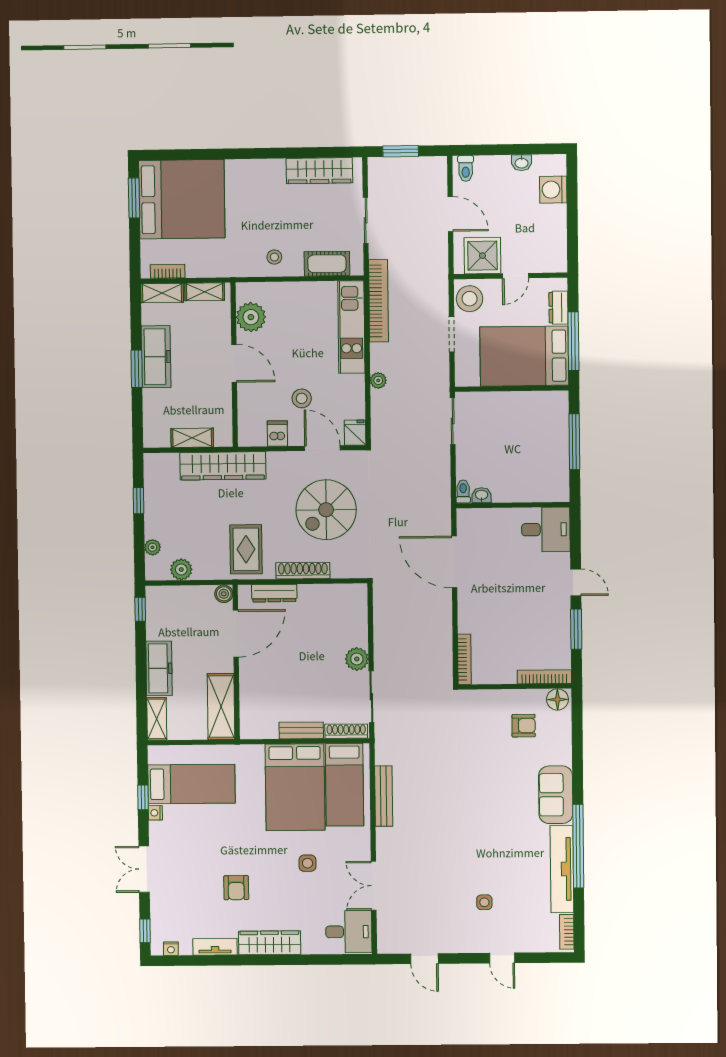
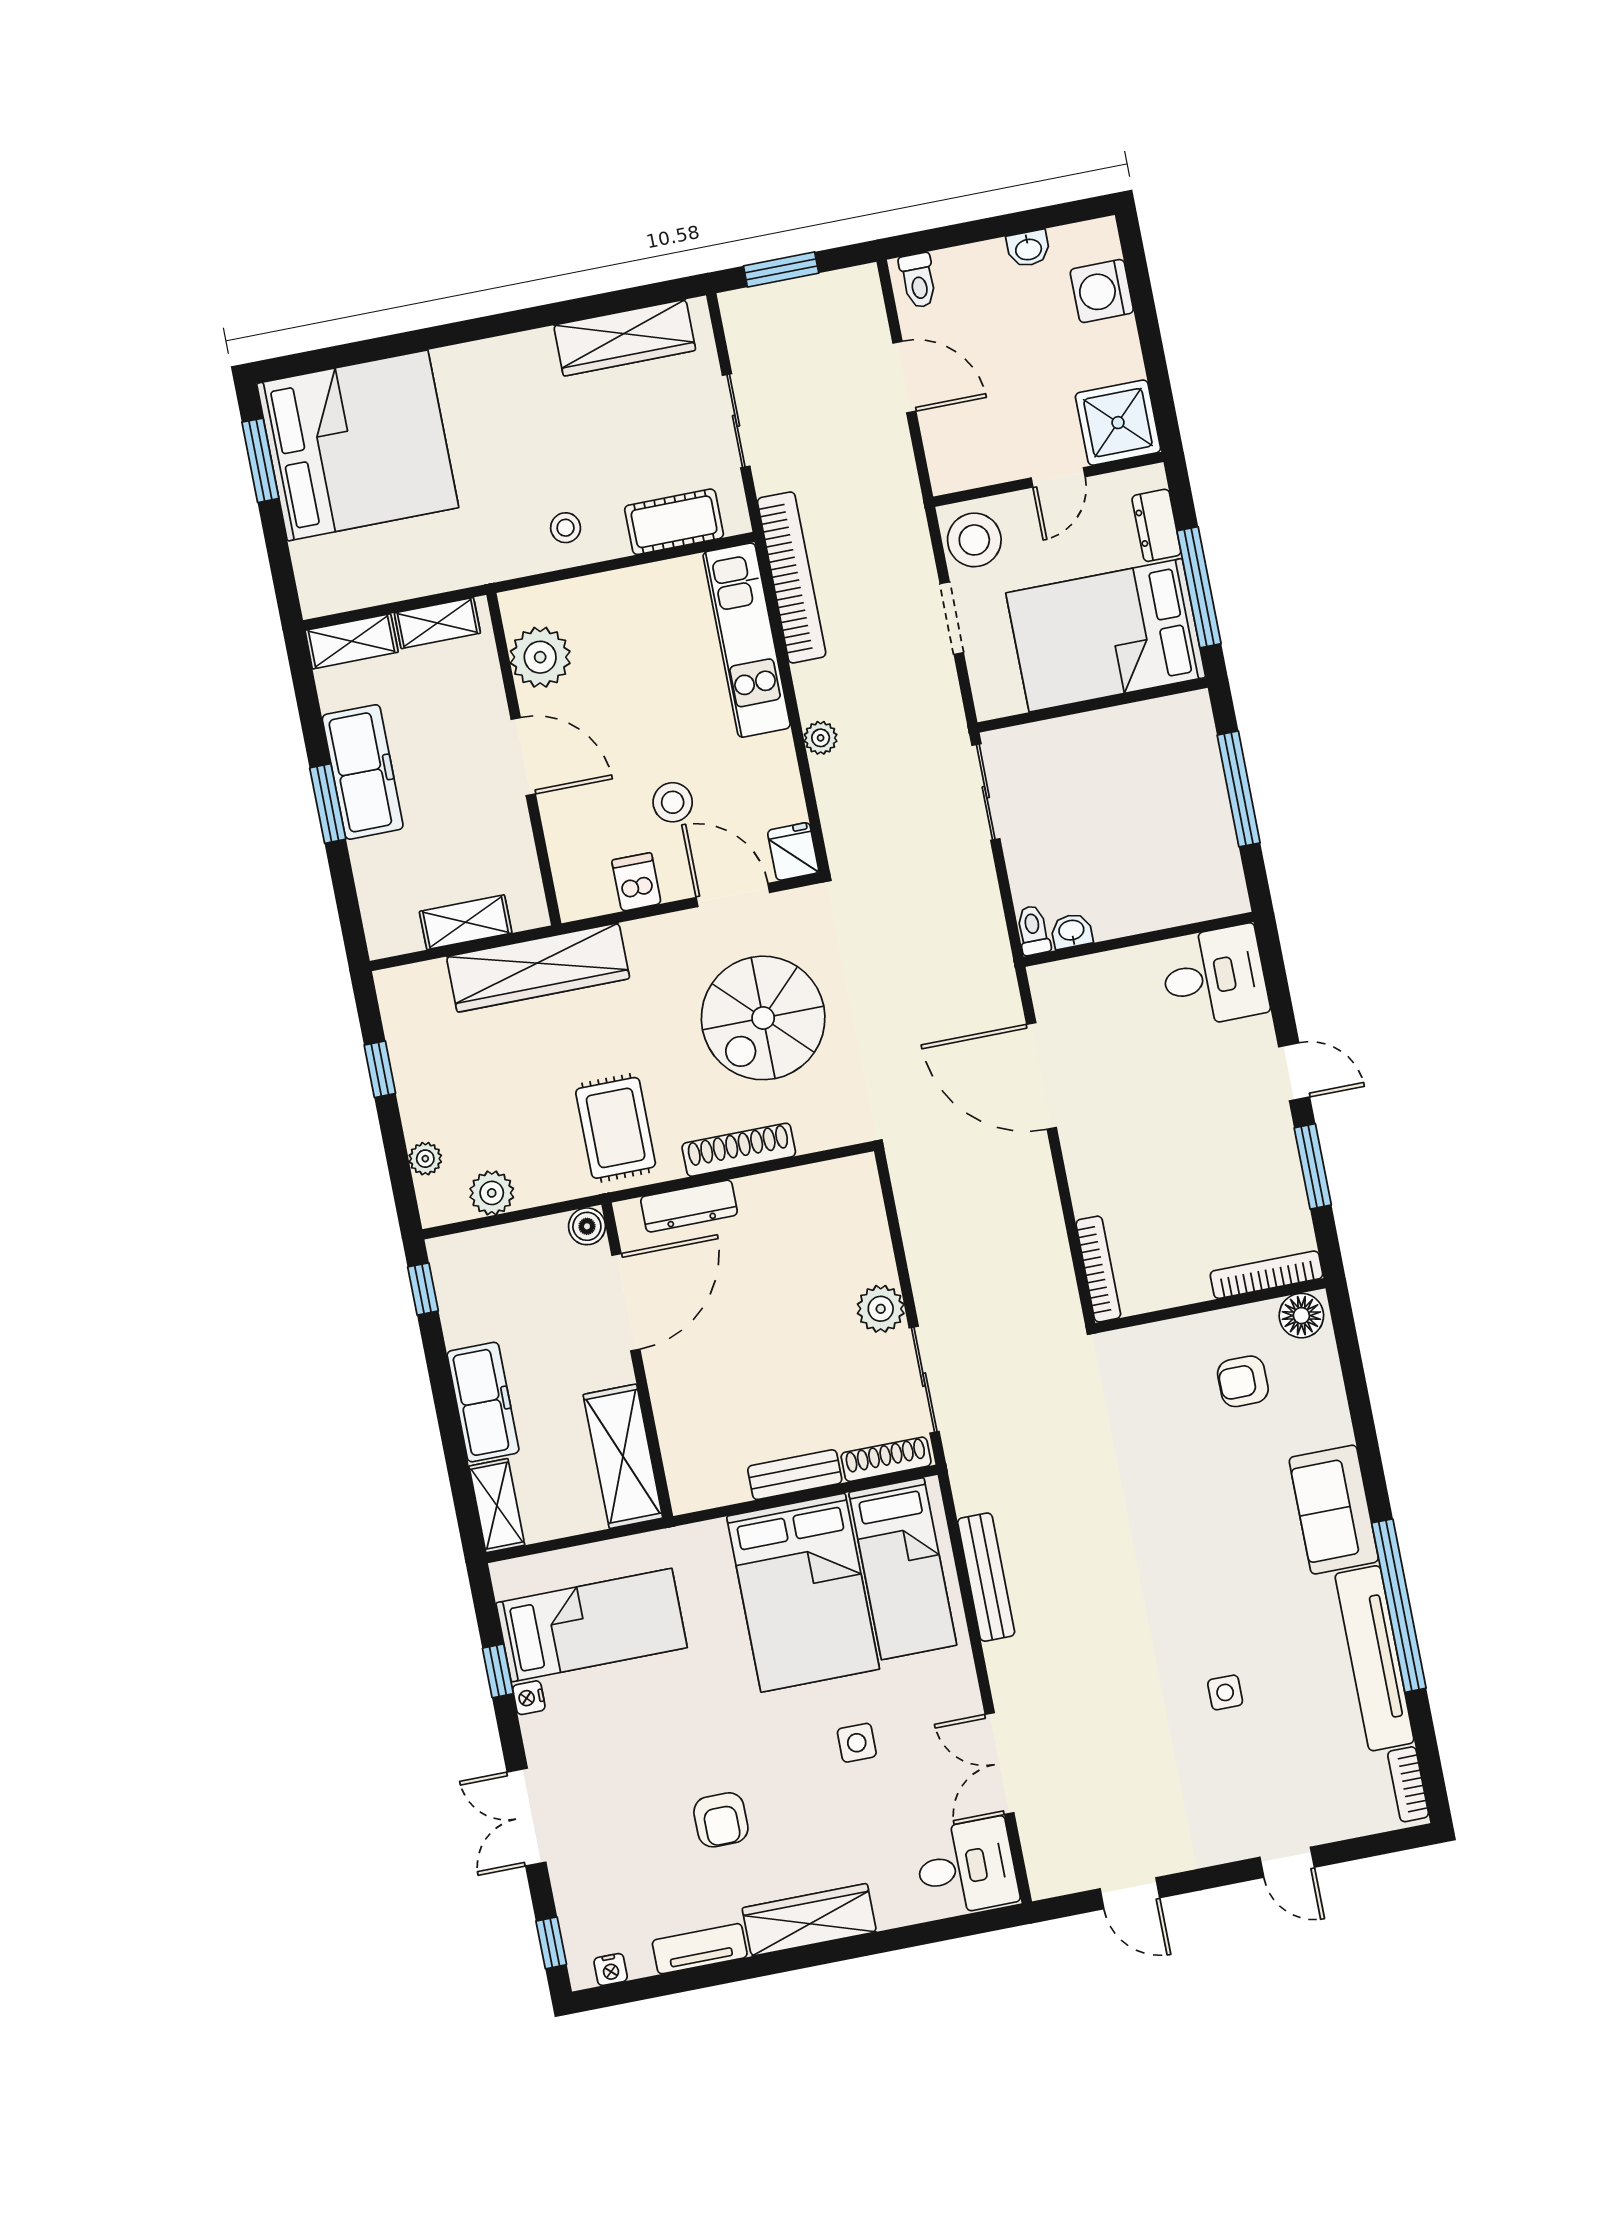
shower: (482, 256) -> (1118, 423), moved
bookcase: (168, 271) -> (355, 596), removed
armchair: (524, 726) -> (1243, 1381), turned 180
side table: (484, 902) -> (1225, 1692), moved

